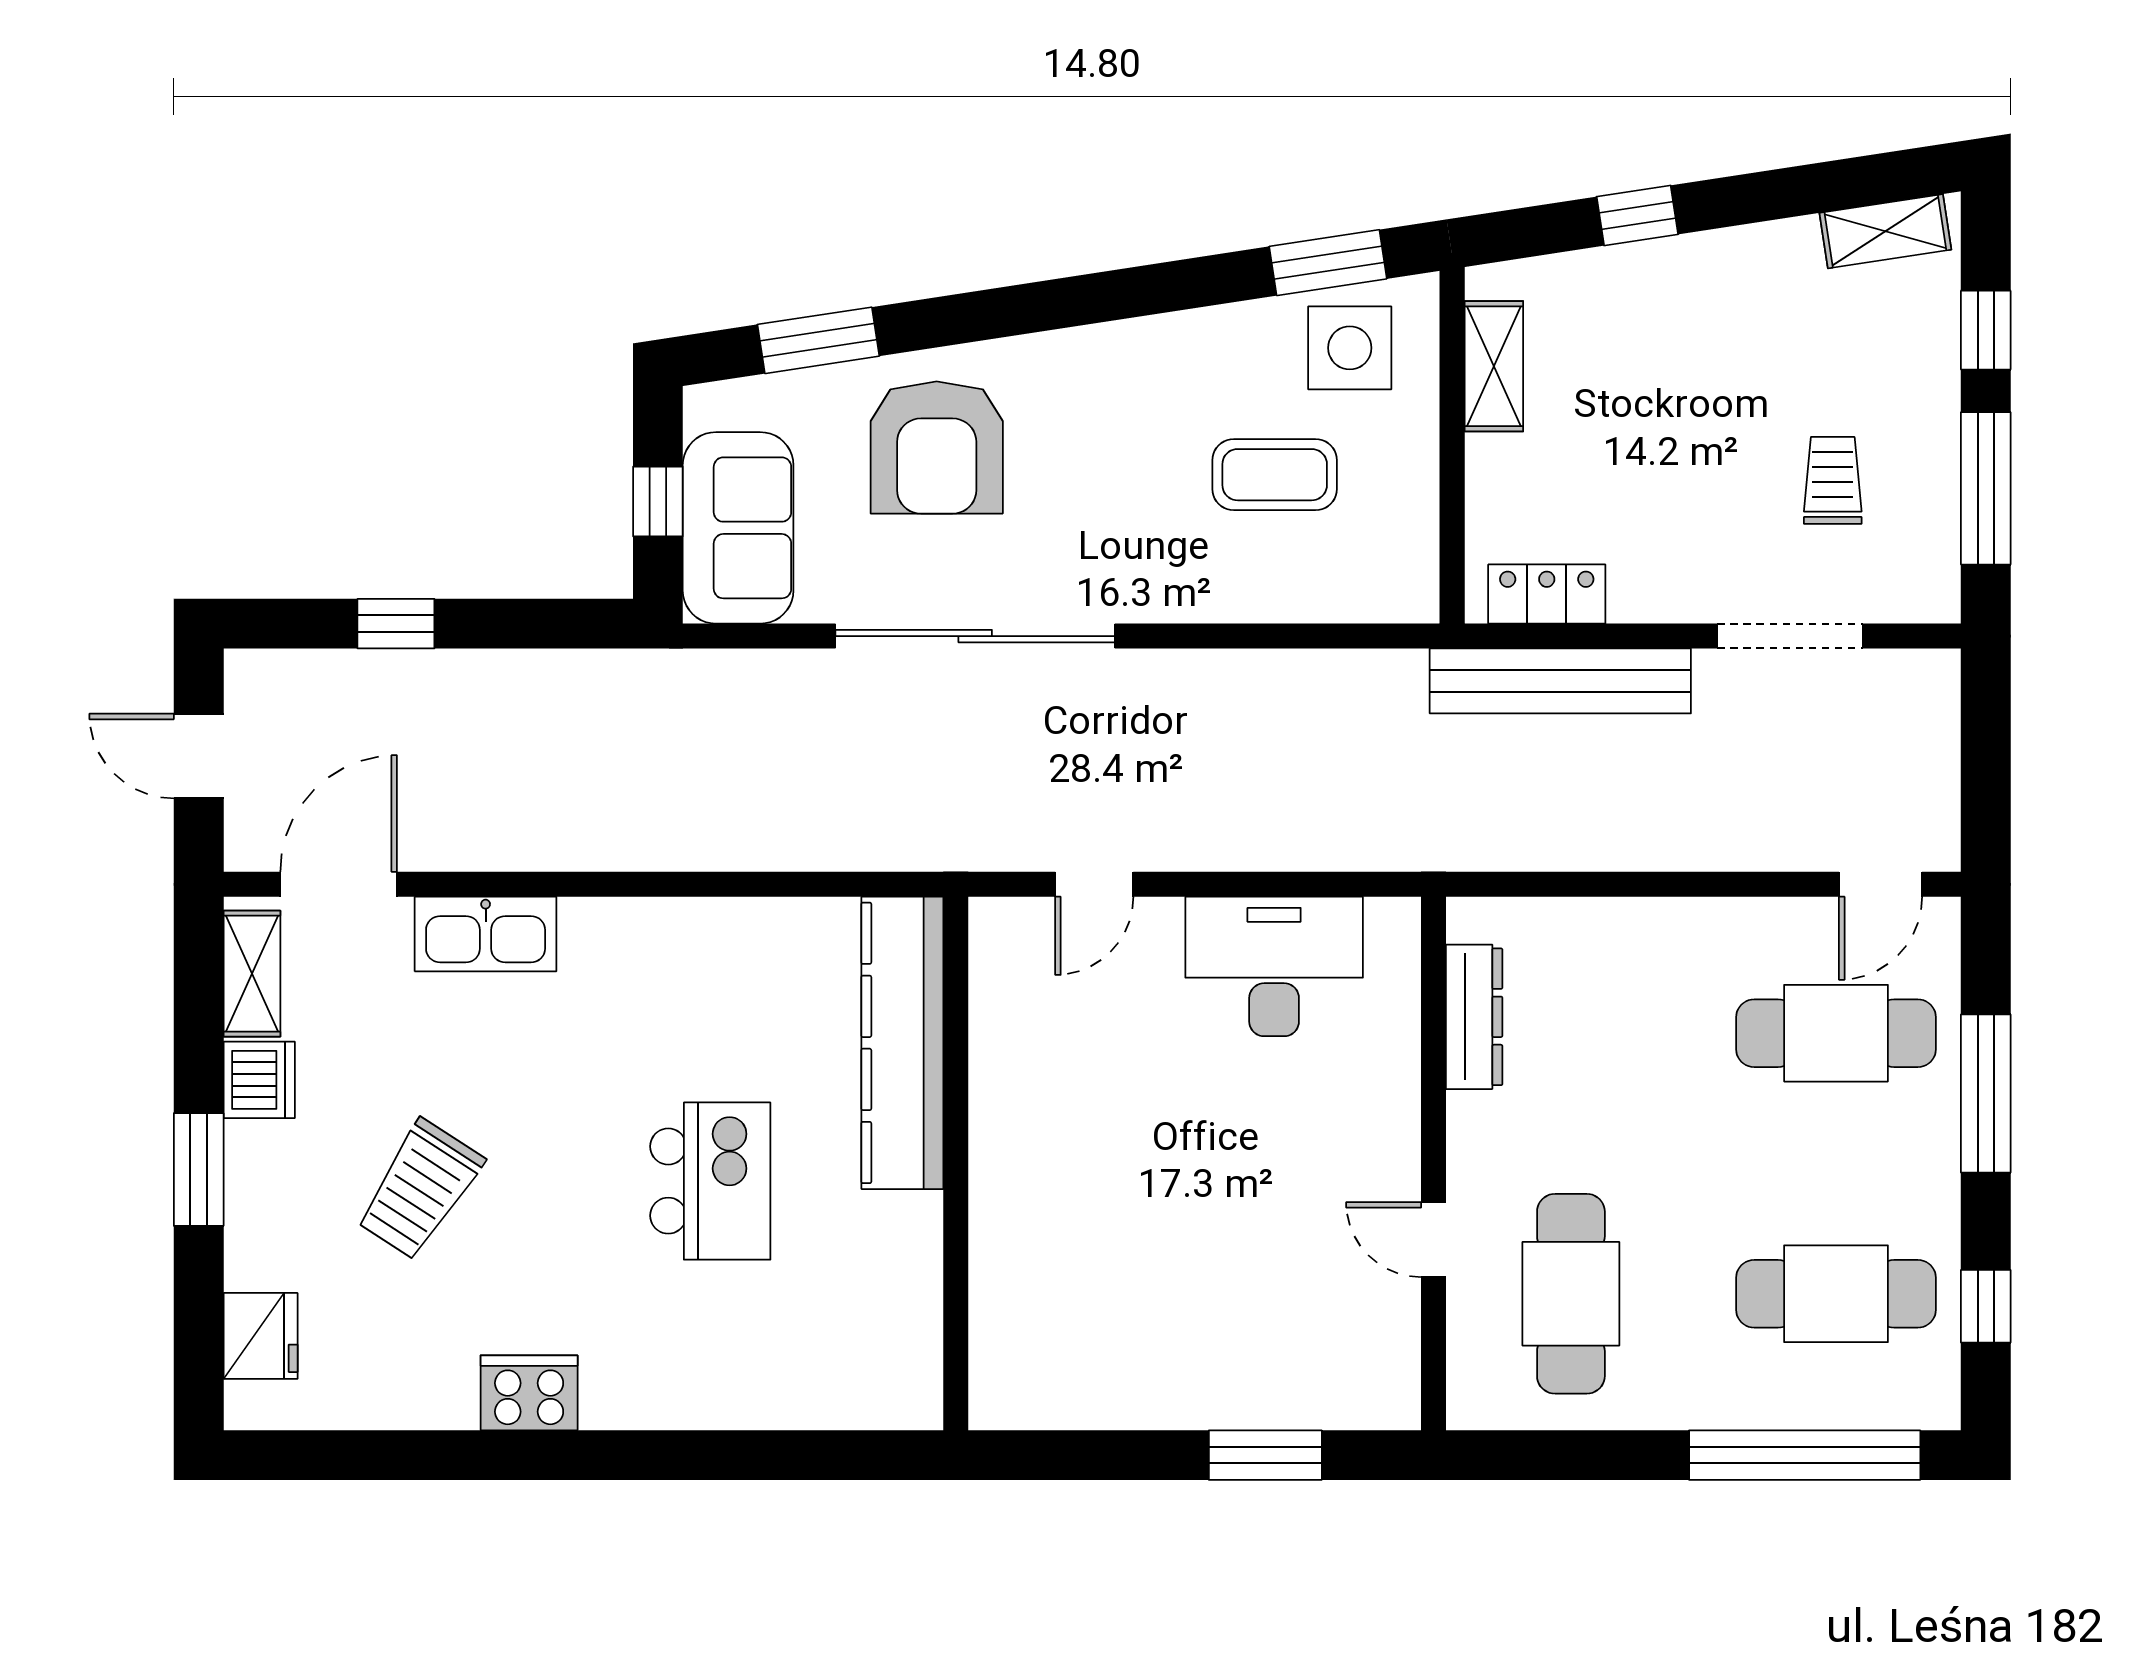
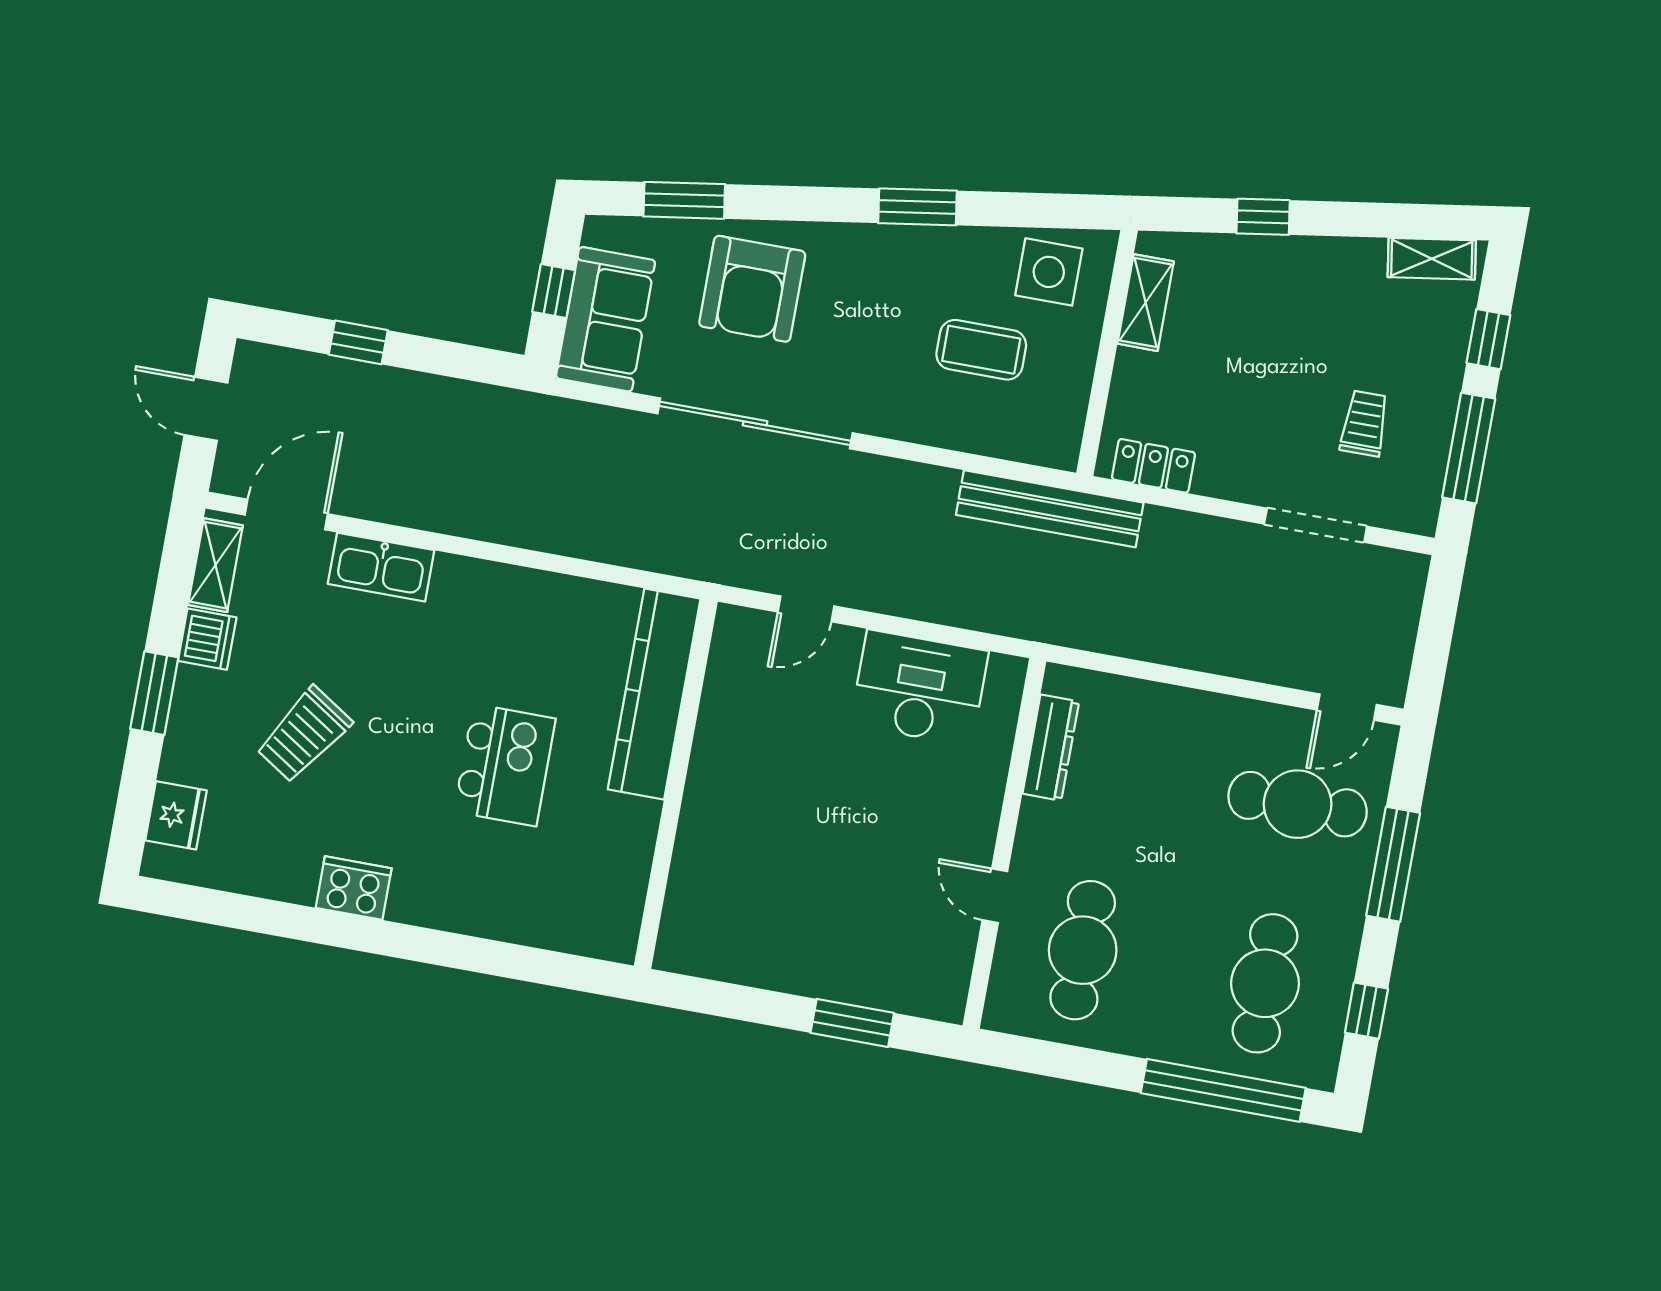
window: (1328, 263) -> (917, 207), moved
bench: (1560, 681) -> (1050, 509), moved
cafe table: (1836, 1294) -> (1265, 983), turned 90

